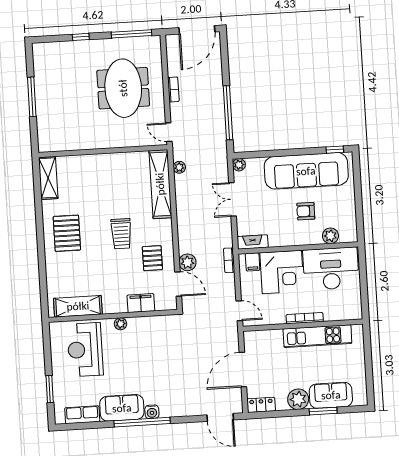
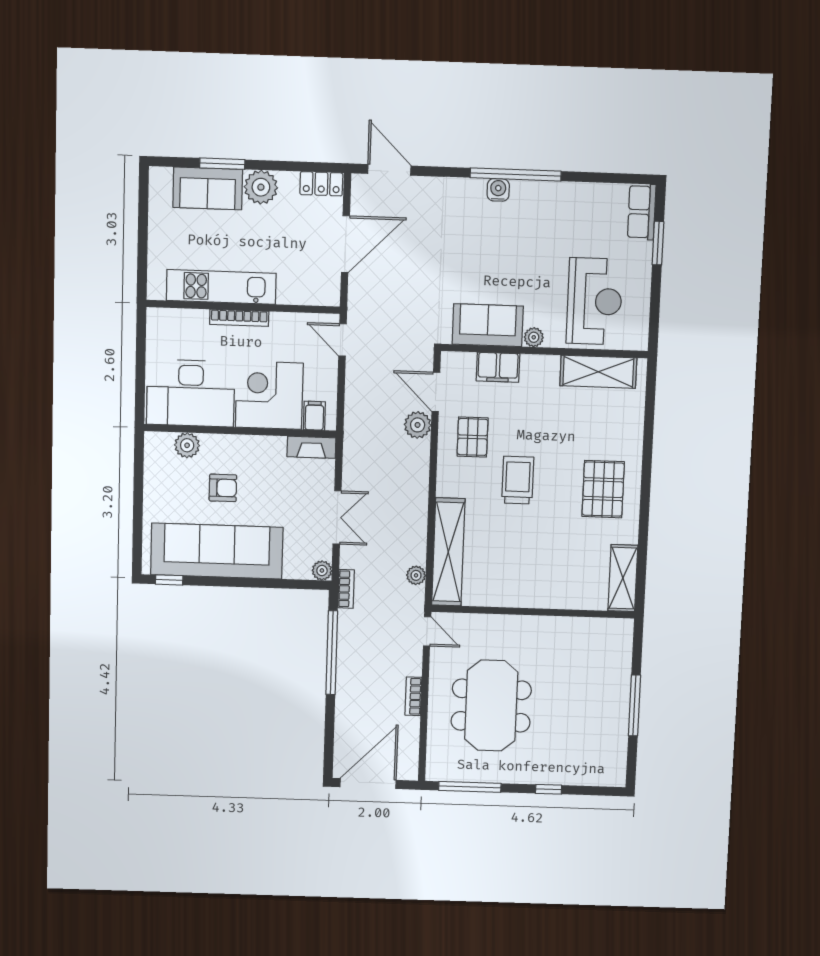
bookcase: (229, 260) -> (346, 589), moved
sofa: (122, 408) -> (488, 325), moved, turned 180
row of seats: (82, 415) -> (642, 212), moved, turned 90

